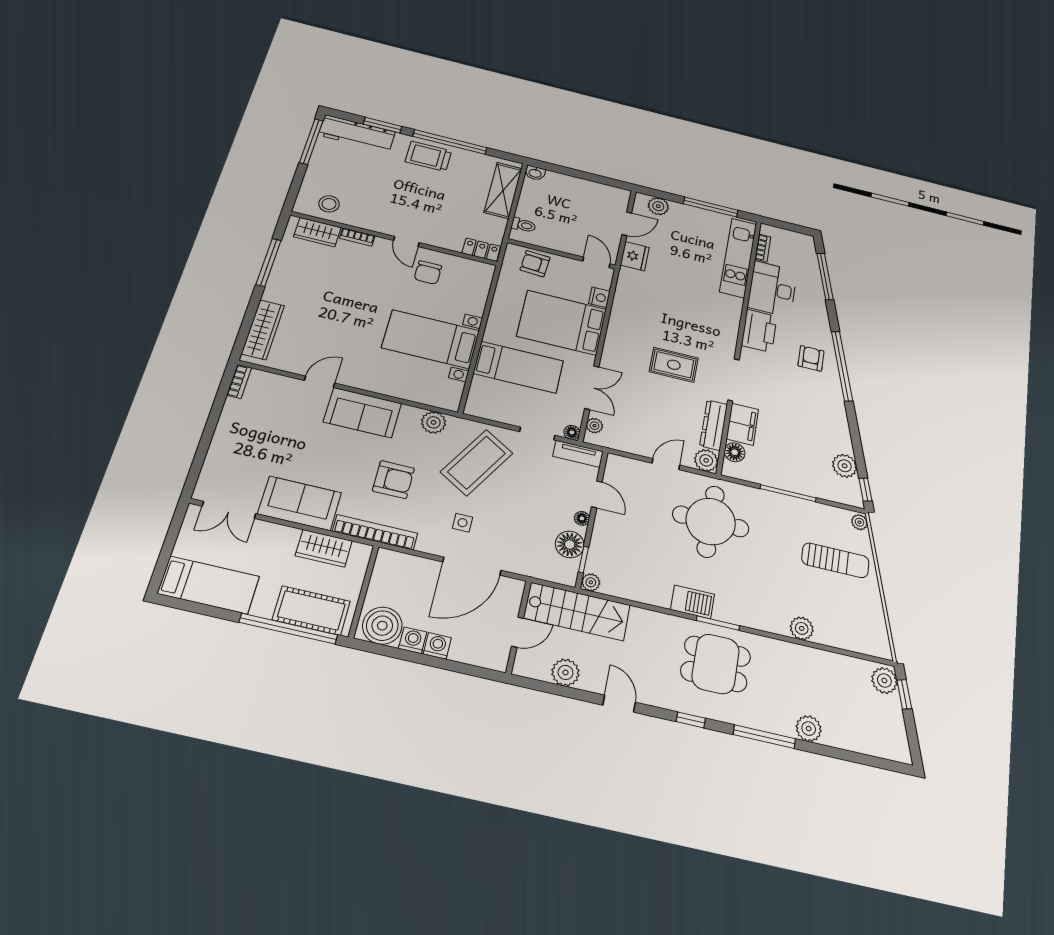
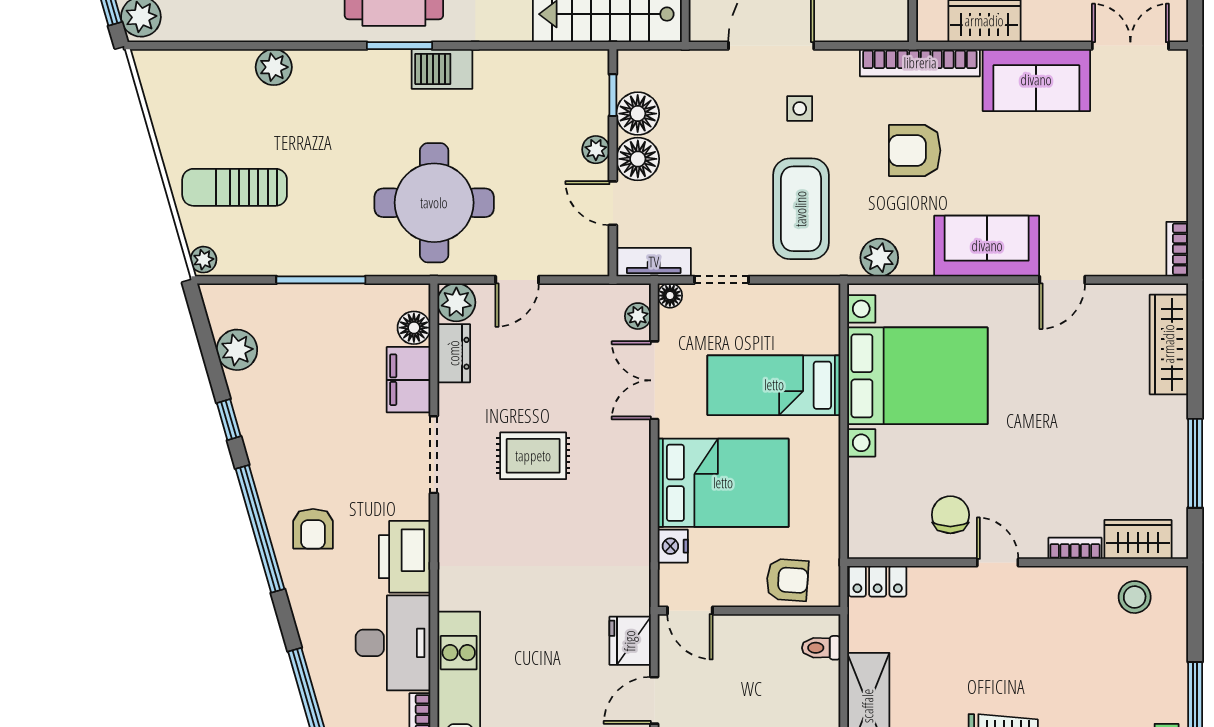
bed with nightstands: (431, 339) -> (917, 376), width x1.36
dresser: (714, 425) -> (454, 353), width x0.70
coffee table: (477, 463) -> (801, 209), turned -31
window: (865, 490) -> (229, 420), moved
floor lamp: (582, 518) -> (638, 159), width x1.89, depth x1.89
plant: (591, 582) -> (596, 150), moved

